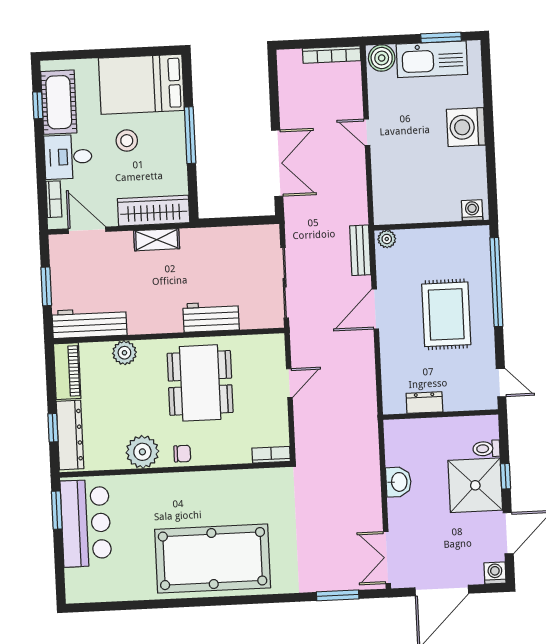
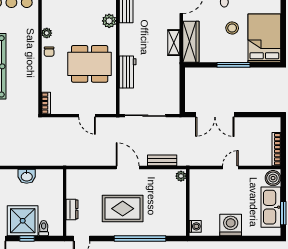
washing machine: (472, 210) -> (195, 226), moved
wall: (432, 225) -> (188, 202), moved
plant: (387, 239) -> (181, 176), moved
dresser: (424, 403) -> (72, 209), moved
plant: (142, 452) -> (47, 33), width x0.53, depth x0.53

